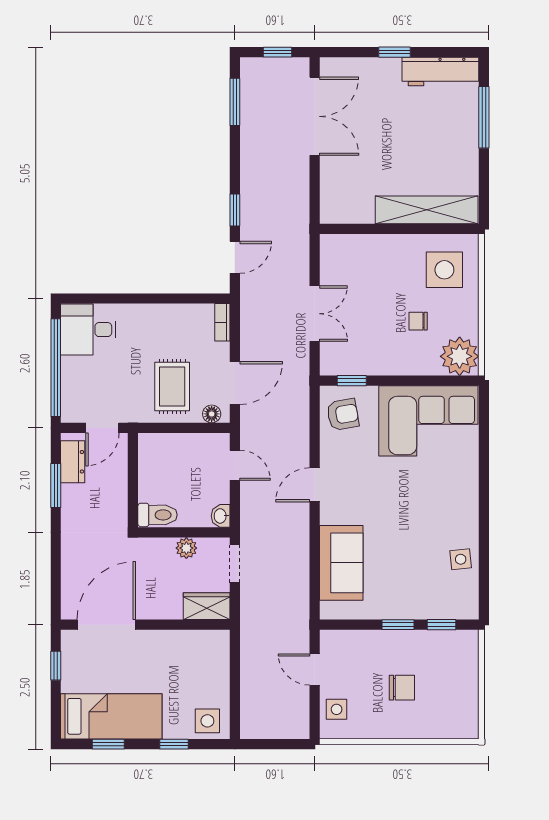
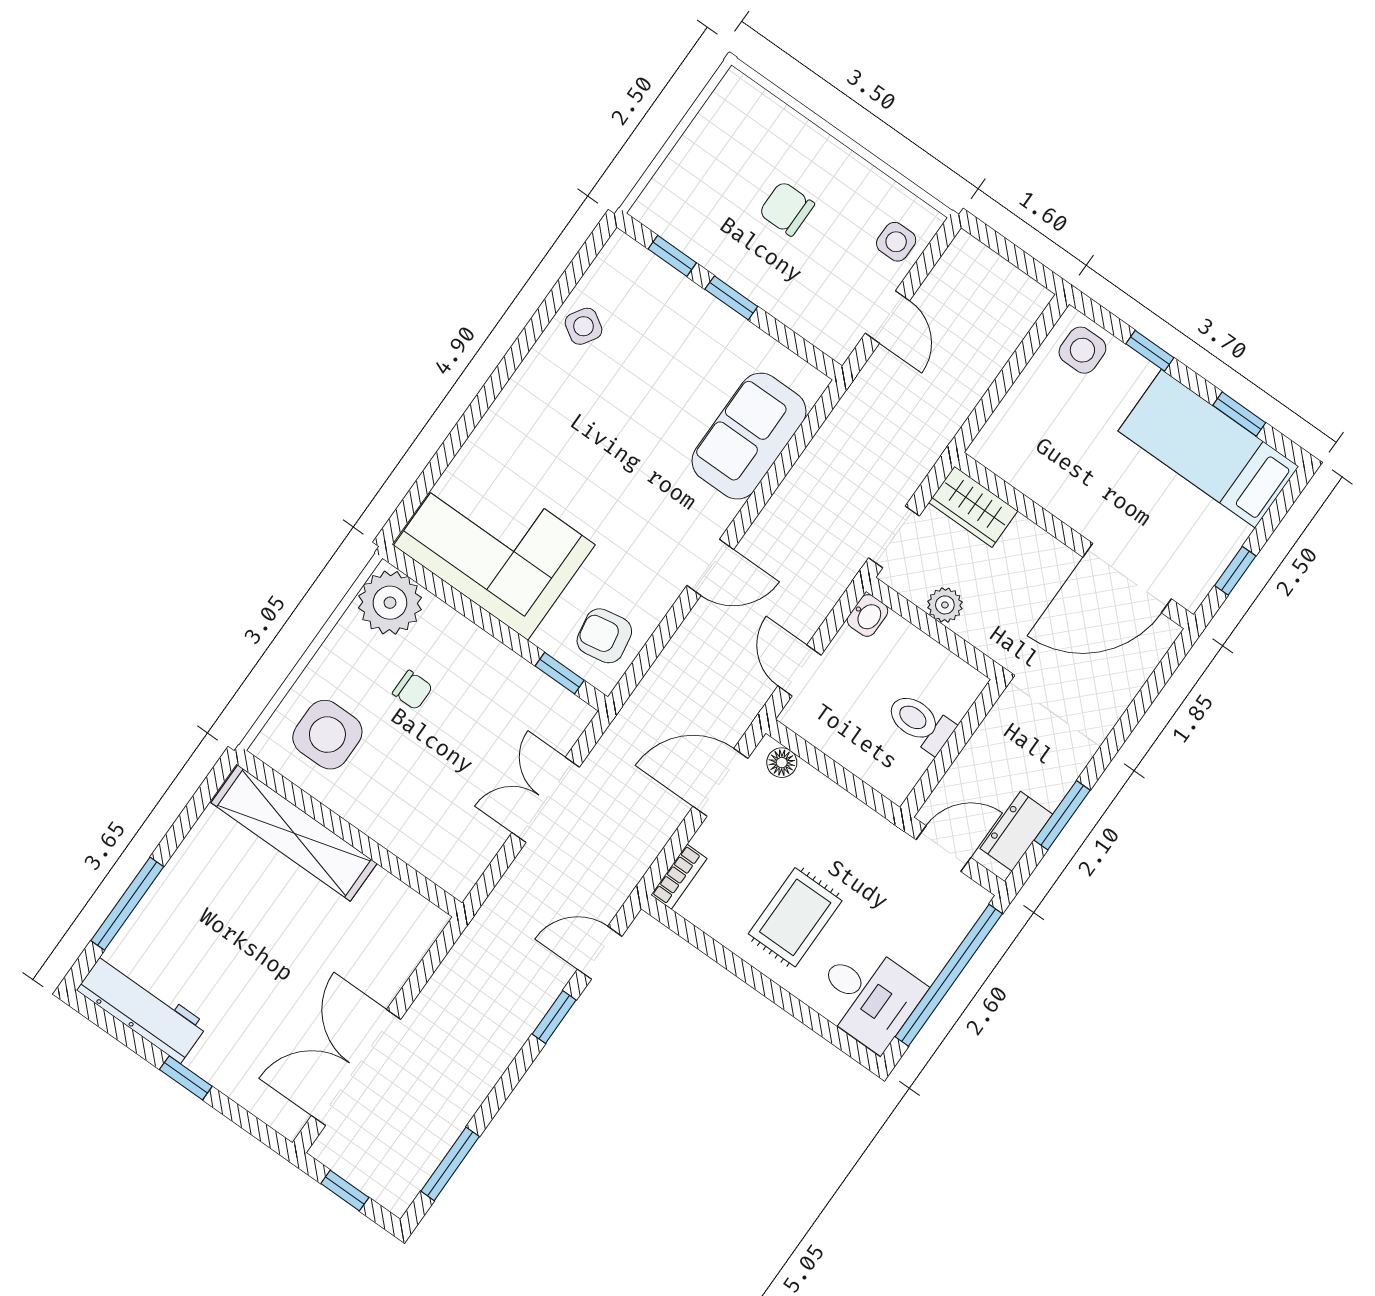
rug: (172, 386) -> (795, 917), moved
toilet: (158, 515) -> (920, 723), moved
side table: (461, 559) -> (584, 326), turned 38

